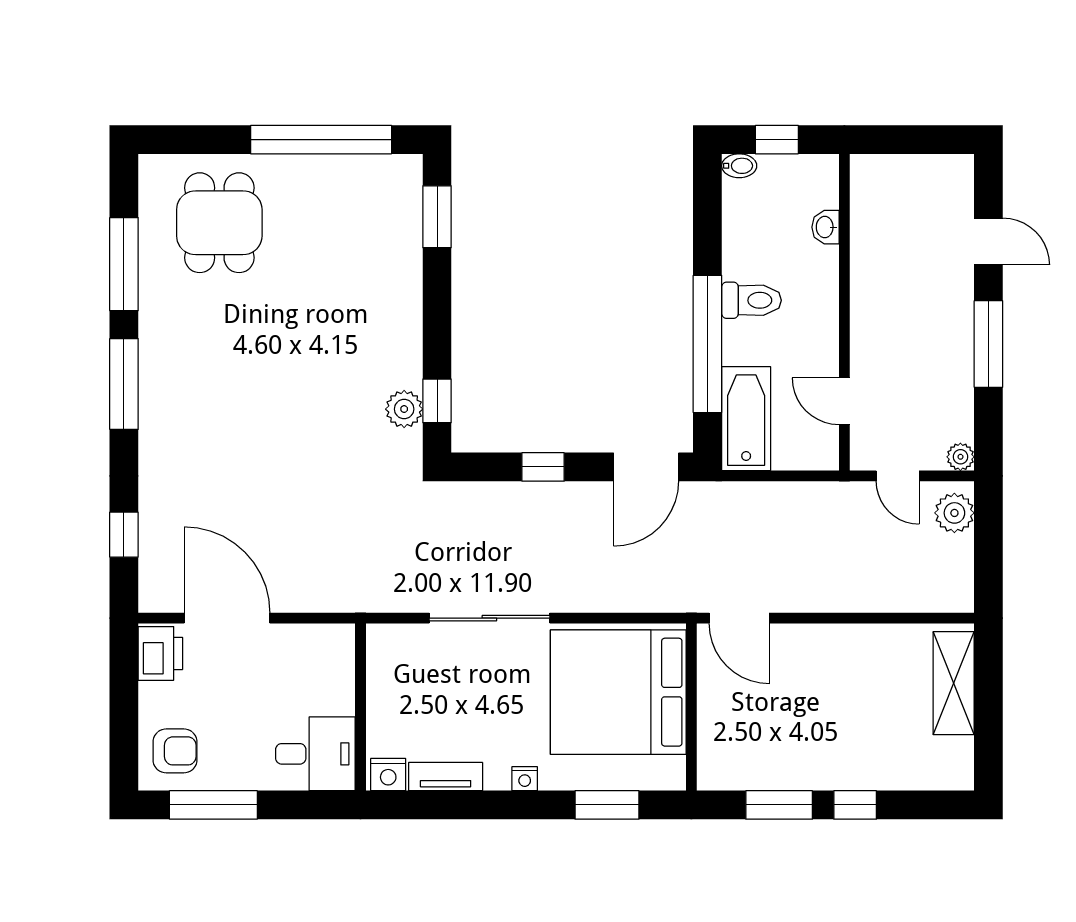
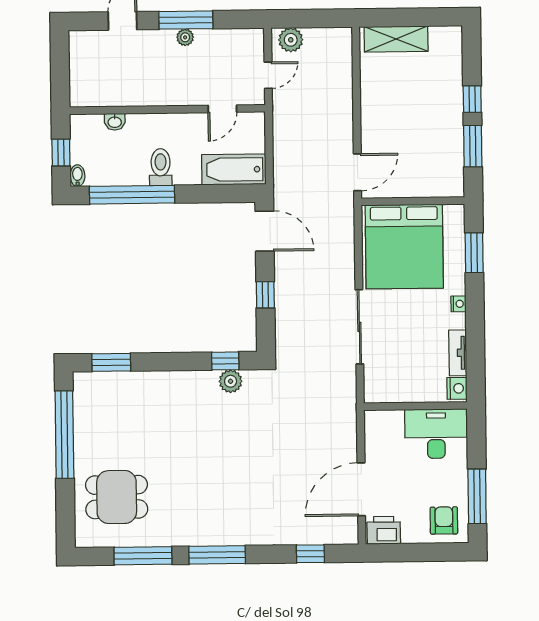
window: (707, 344) -> (132, 195), moved
plant: (960, 457) -> (185, 37), moved
desk: (315, 754) -> (436, 434), width x1.37

